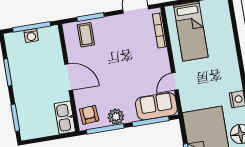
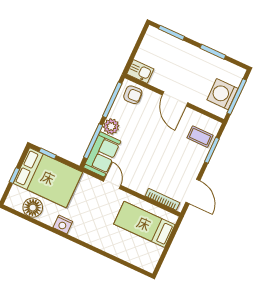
washing machine: (31, 36) -> (222, 94), width x1.89, depth x1.89
door: (69, 77) -> (175, 99), hinge flipped
plant: (116, 117) -> (111, 126), moved
kitchen sink: (65, 118) -> (140, 71), width x0.73

